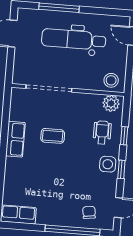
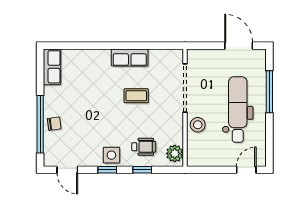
stool: (111, 80) -> (198, 125), moved
coffee table: (53, 136) -> (136, 96), turned 90
chair: (89, 212) -> (54, 124), moved

